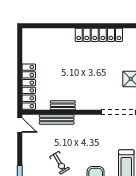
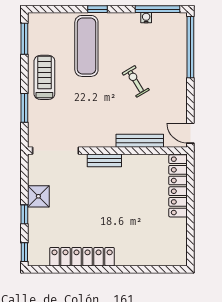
bench: (63, 105) -> (104, 160), moved

